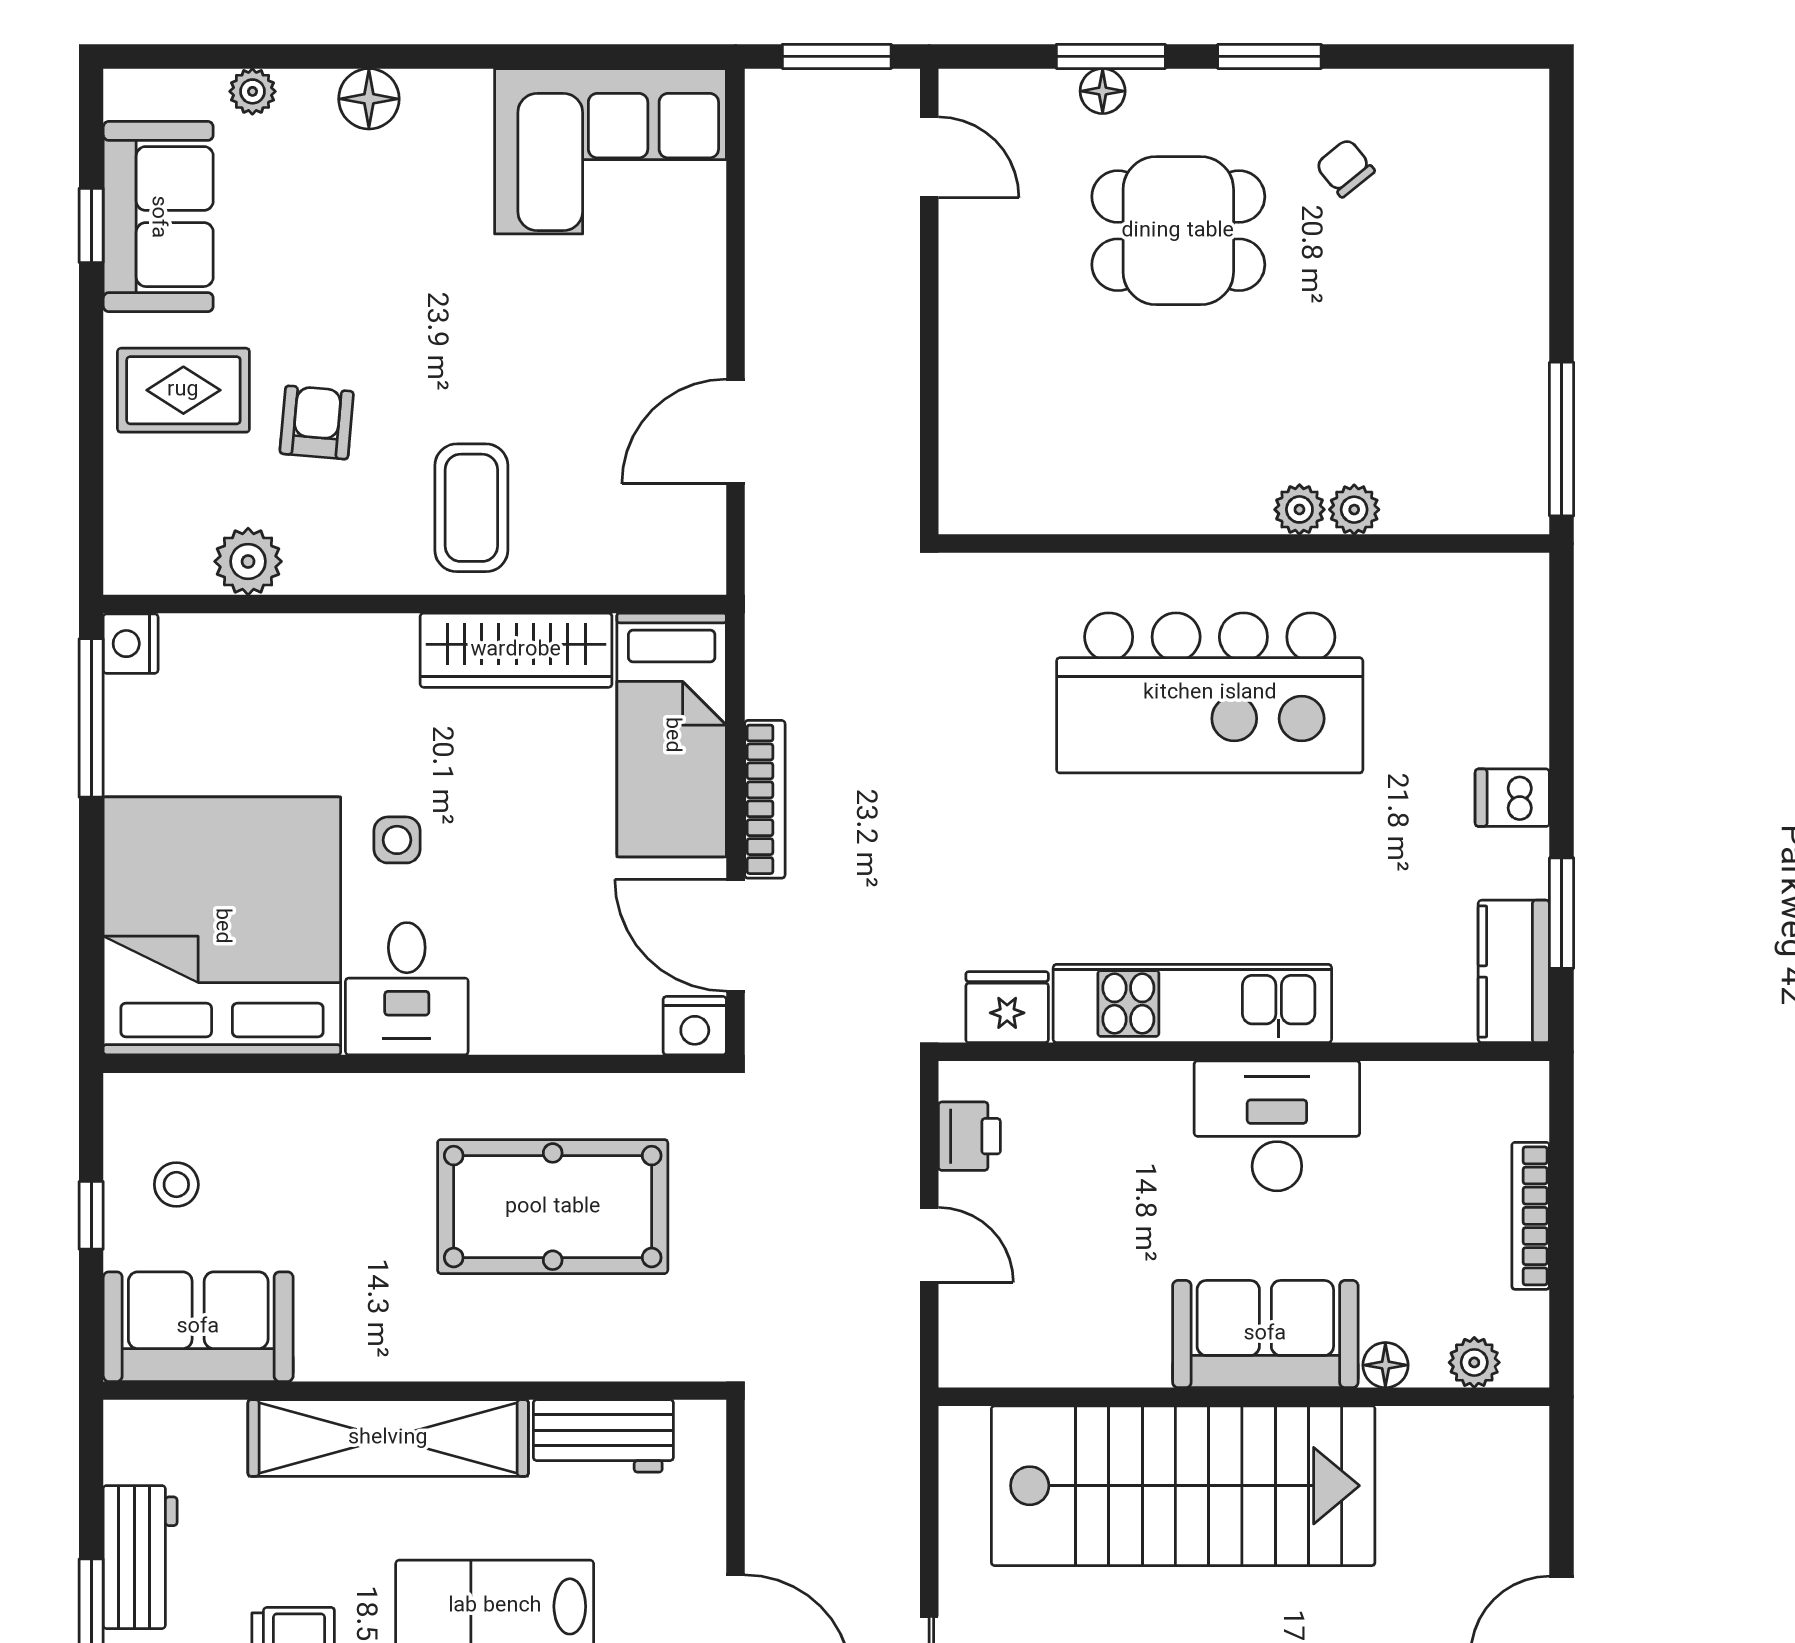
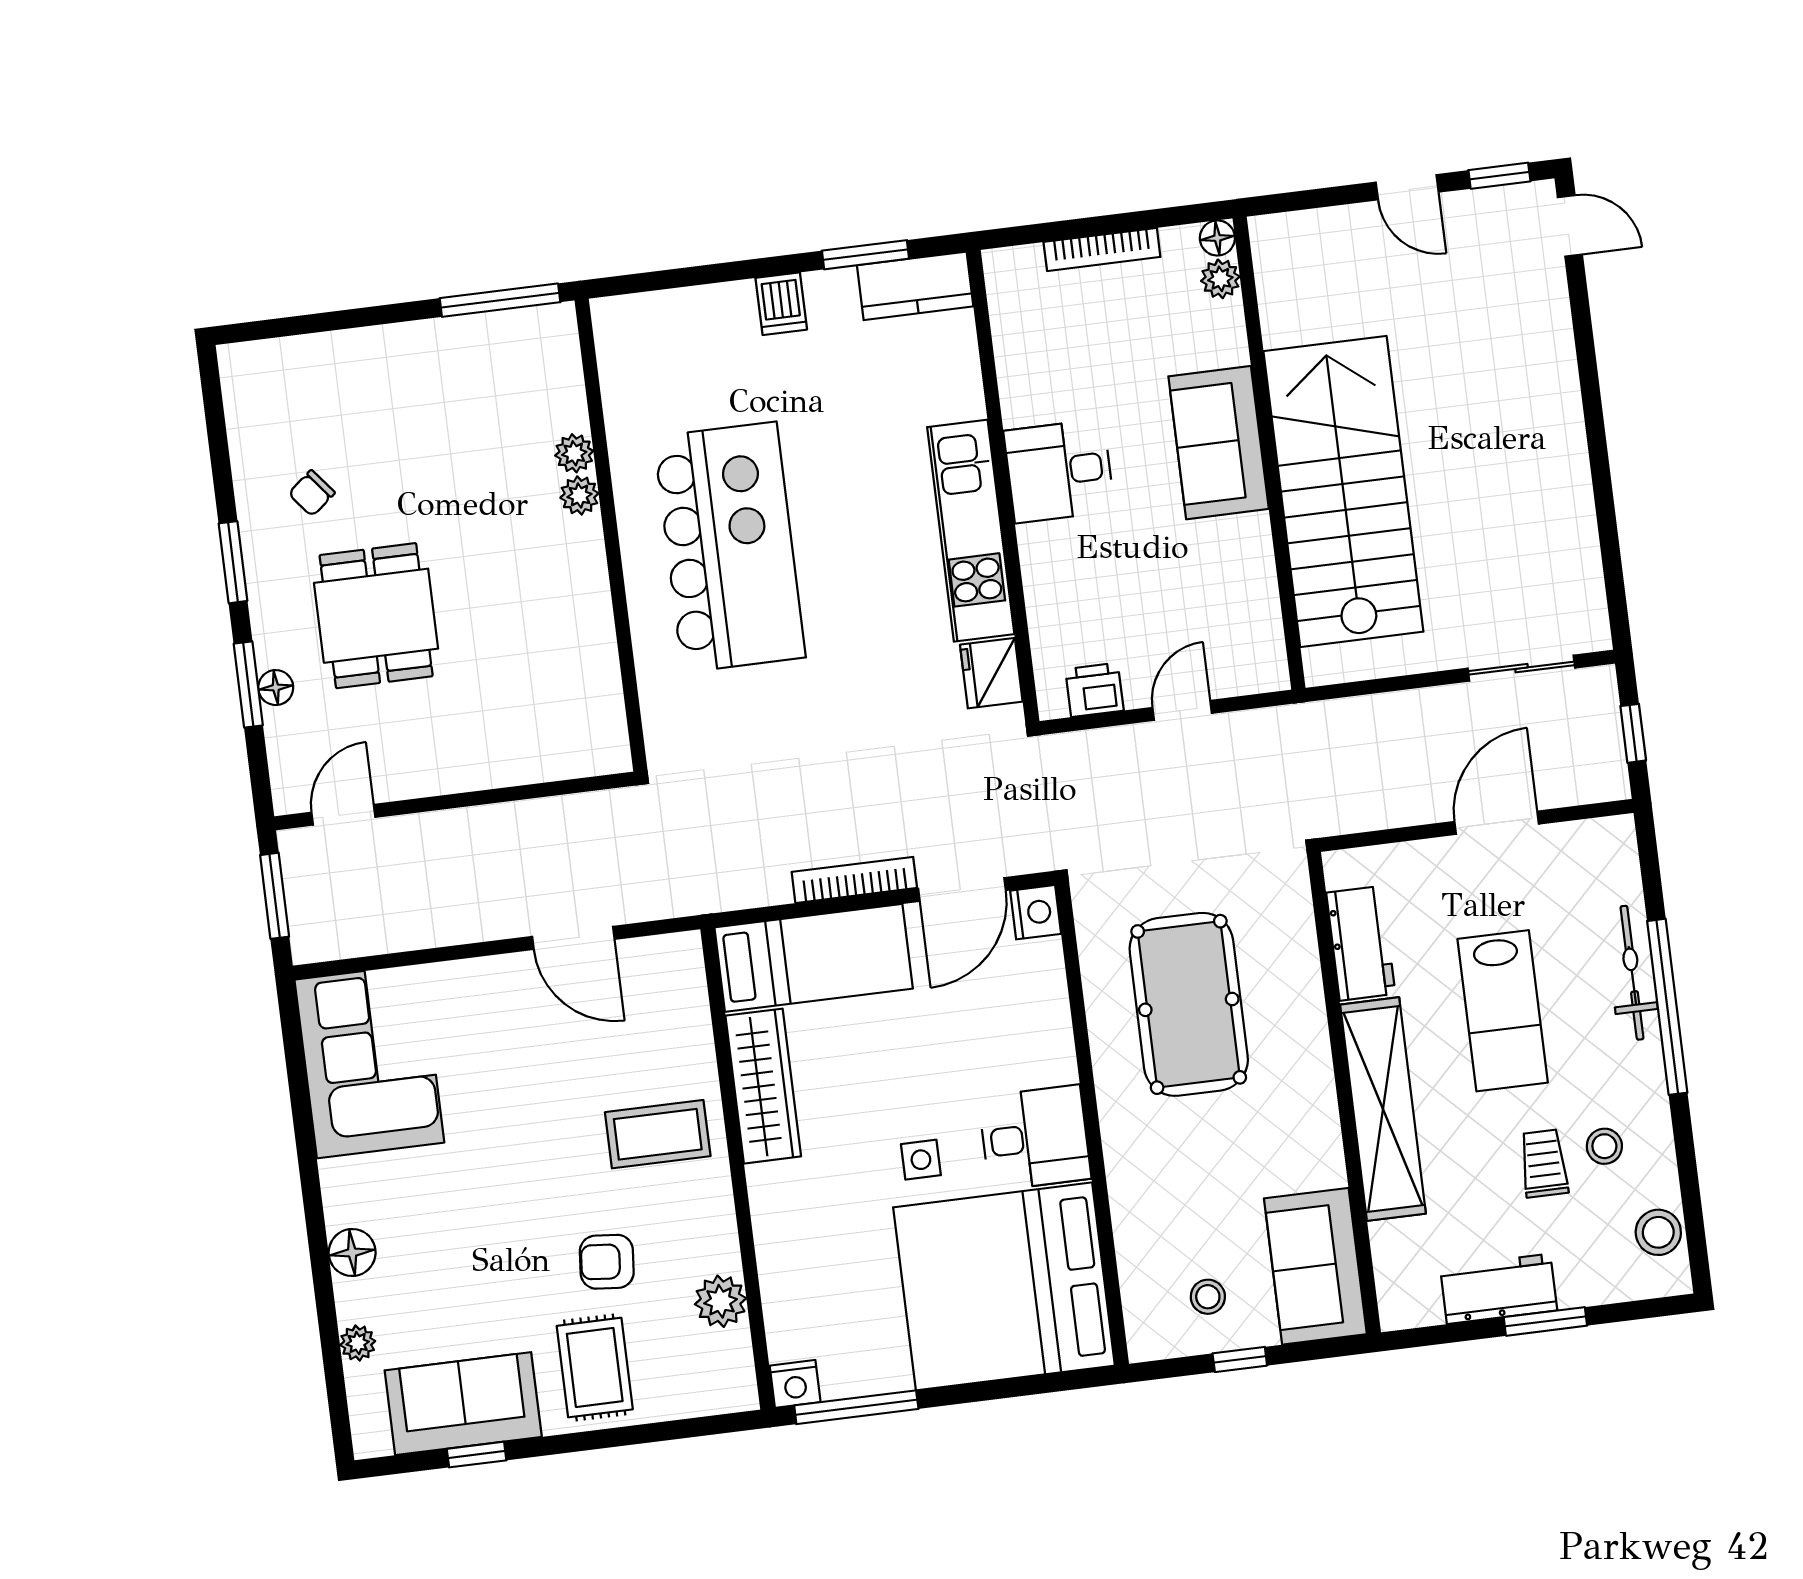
desk: (1277, 1126) -> (1059, 471), width x0.73
floor lamp: (1385, 1365) -> (1217, 238), moved

